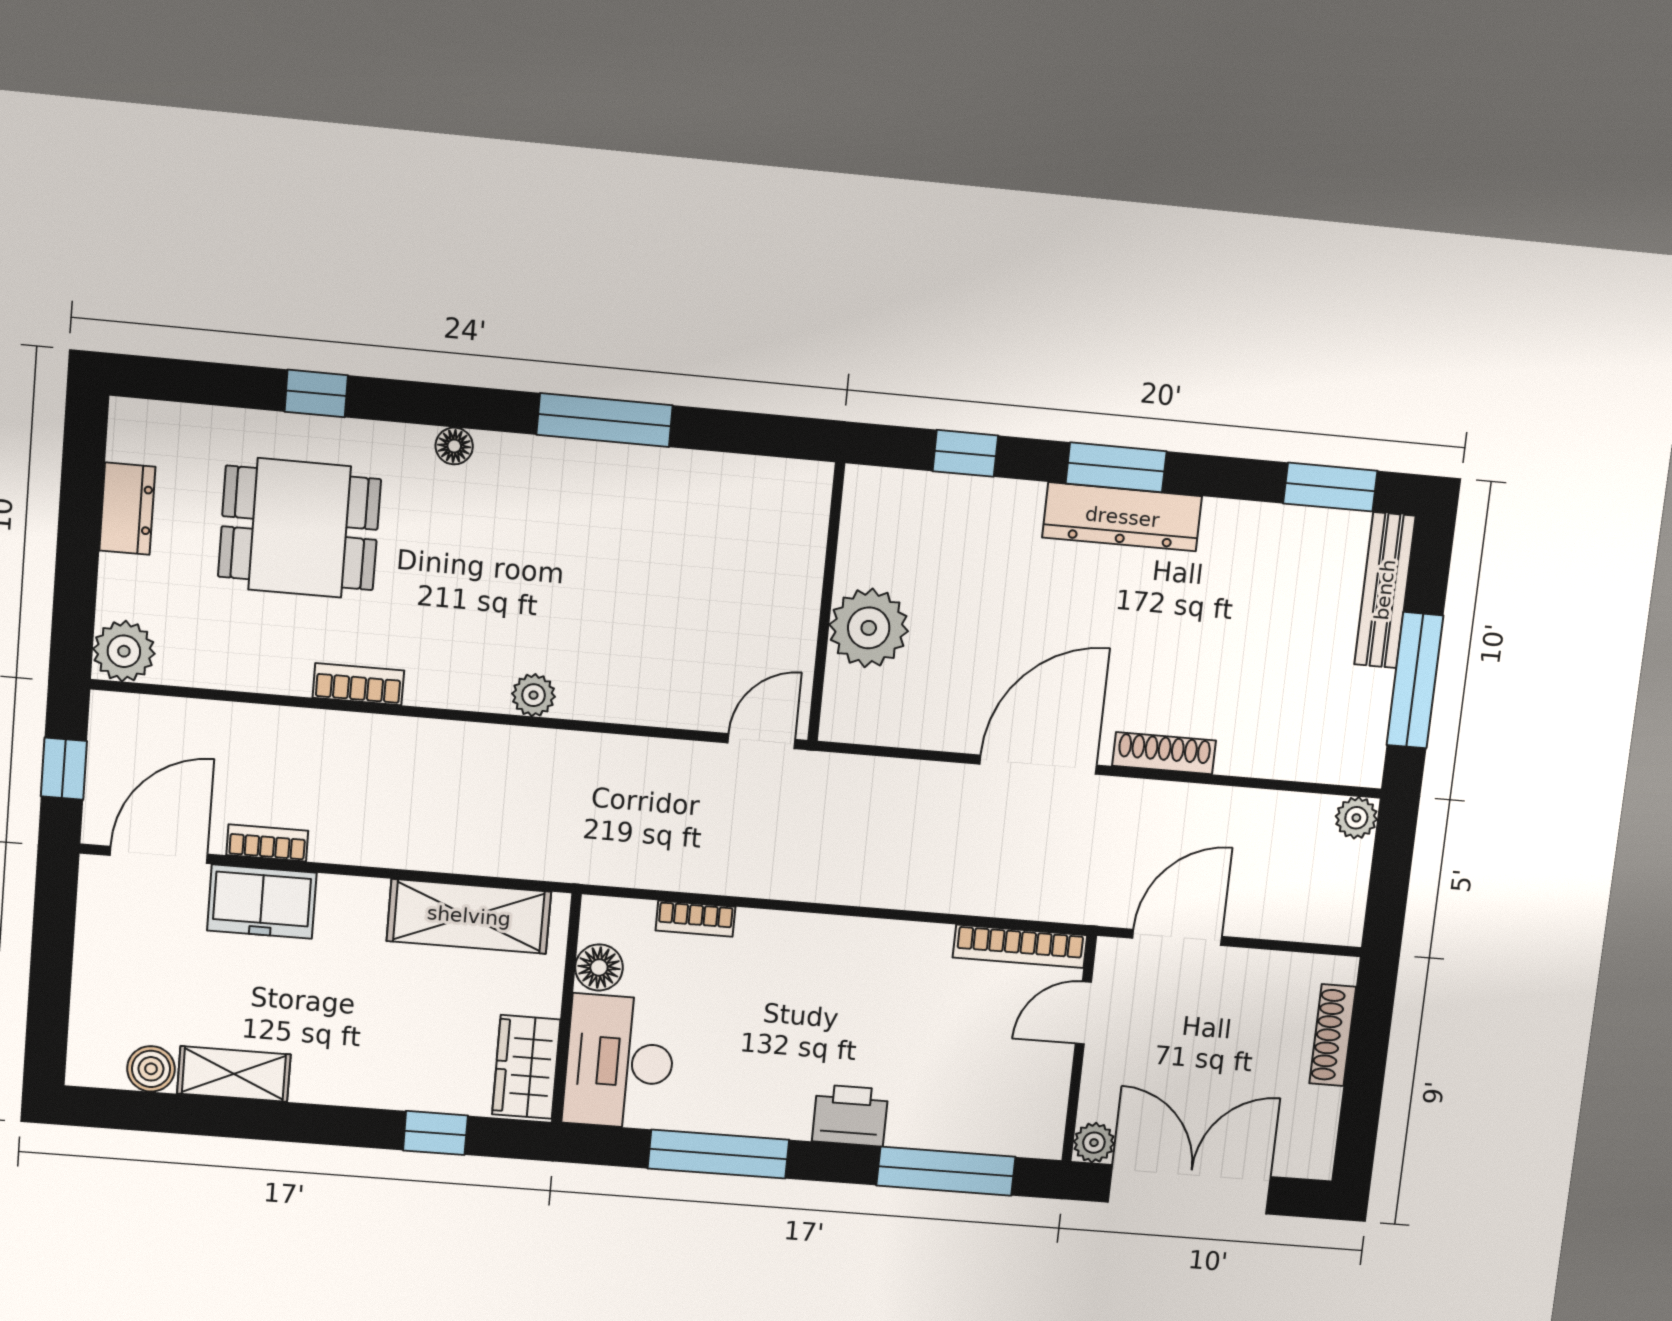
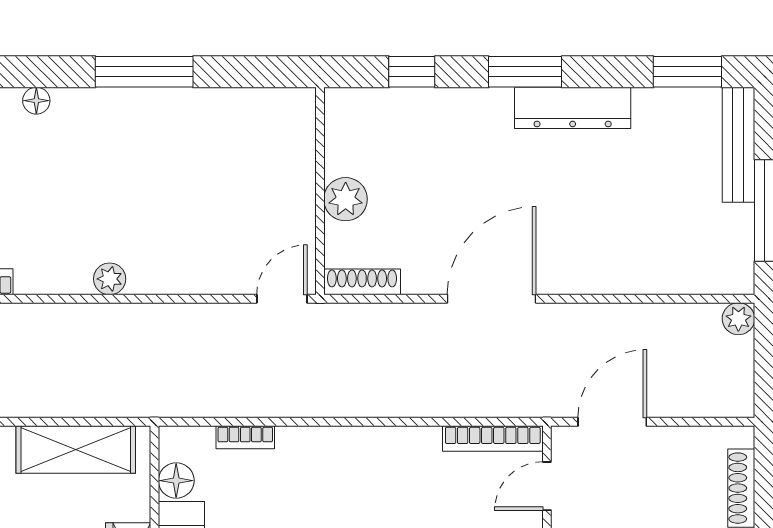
dresser: (1122, 517) -> (573, 108), moved
plant: (869, 628) -> (346, 199), width x0.73, depth x0.73
shoe rack: (1164, 753) -> (362, 282), moved

